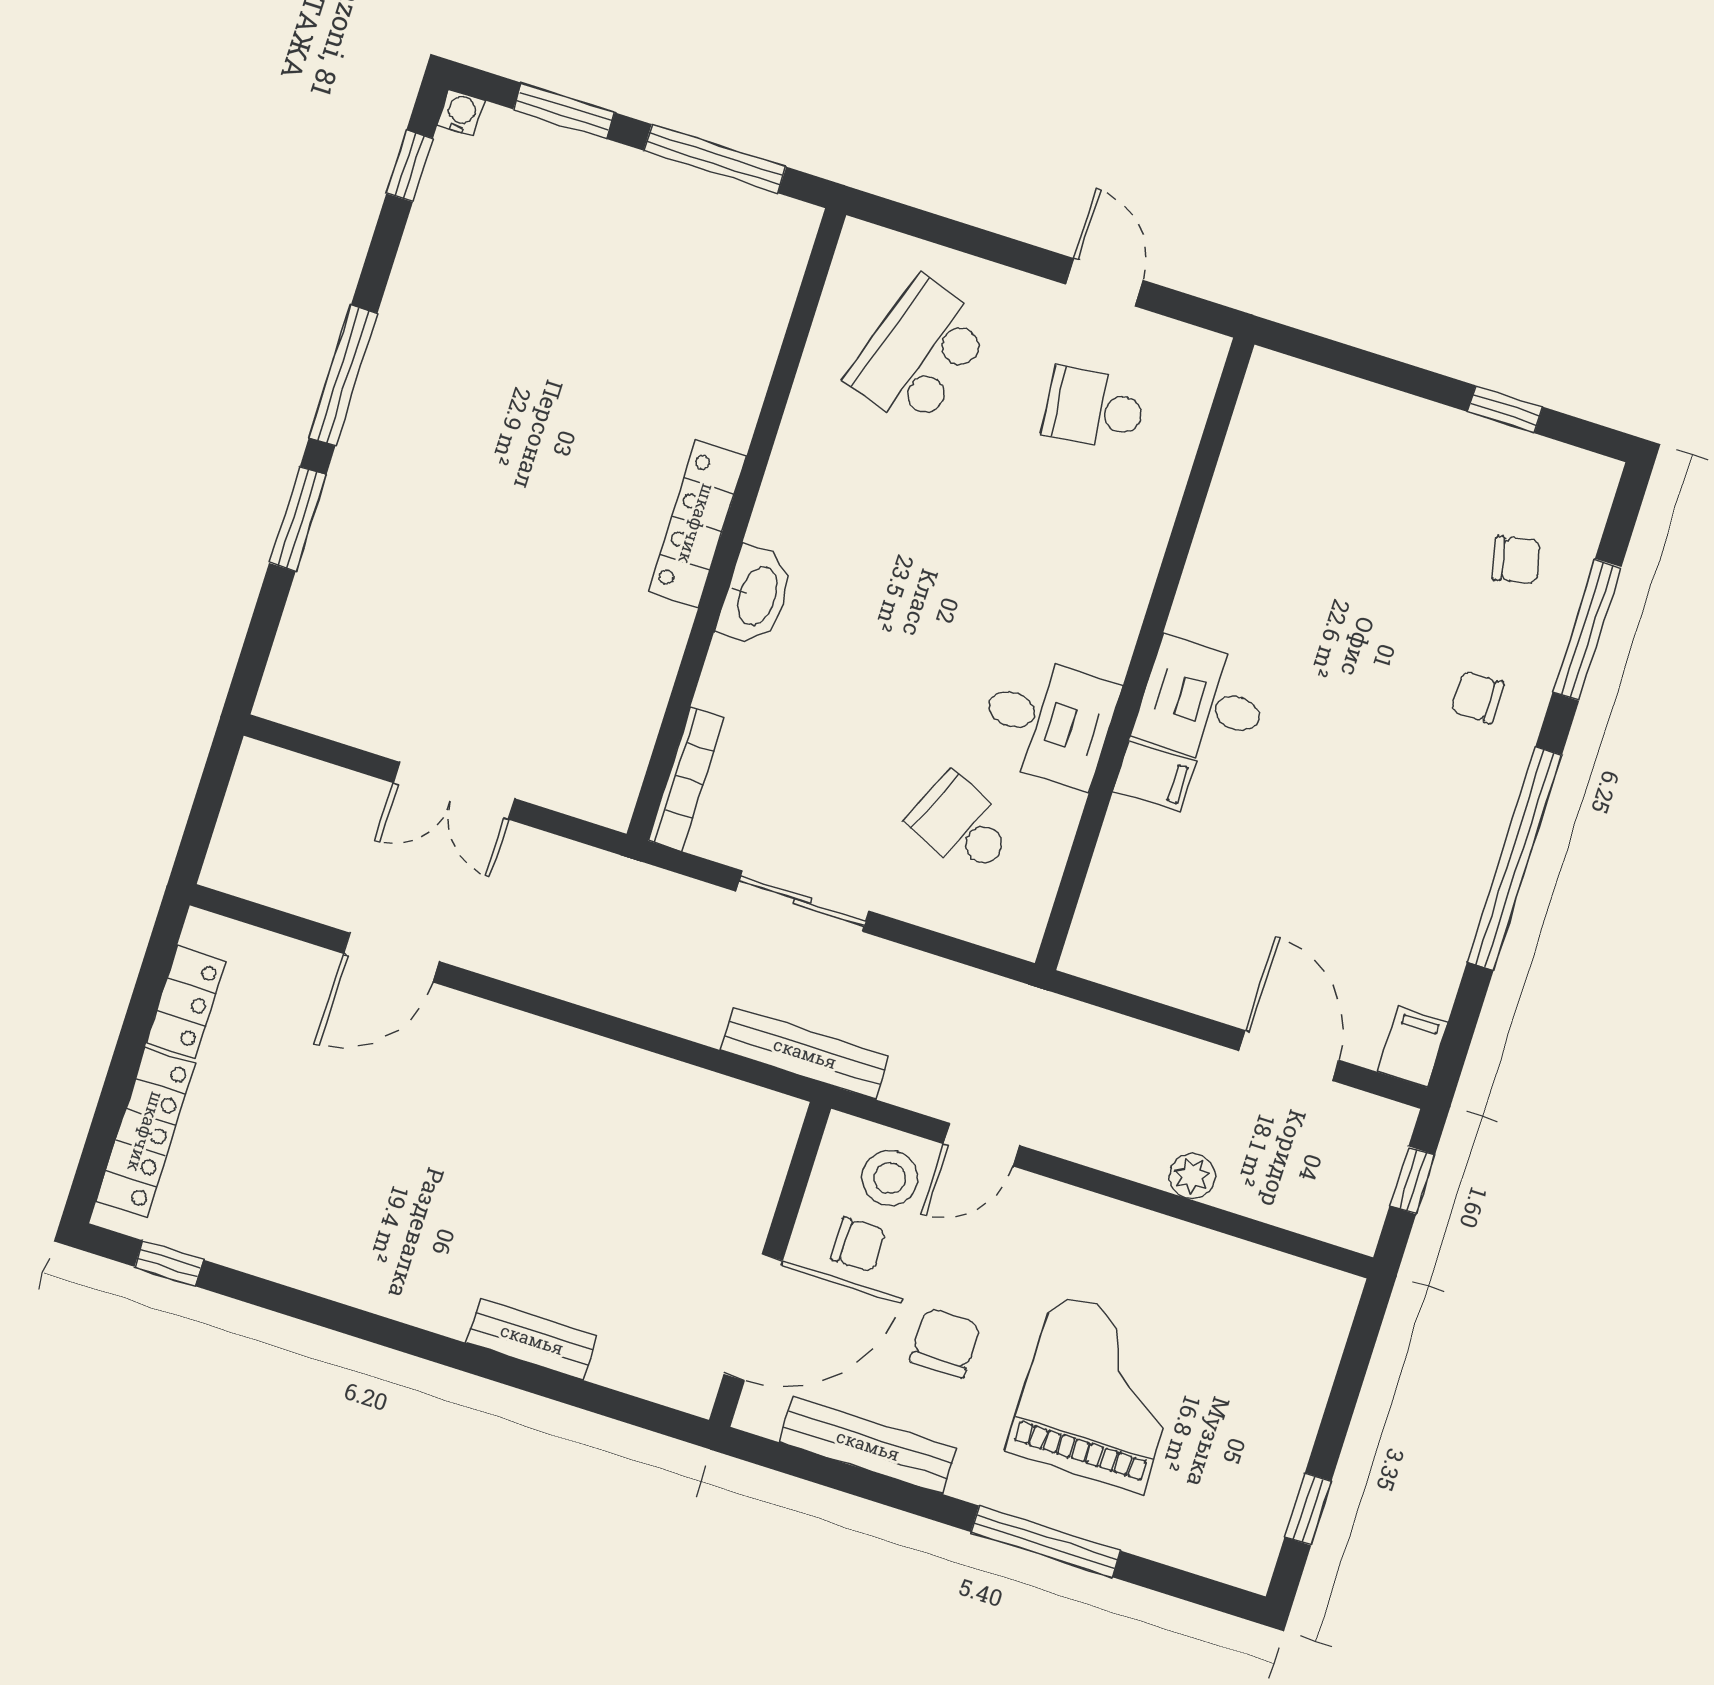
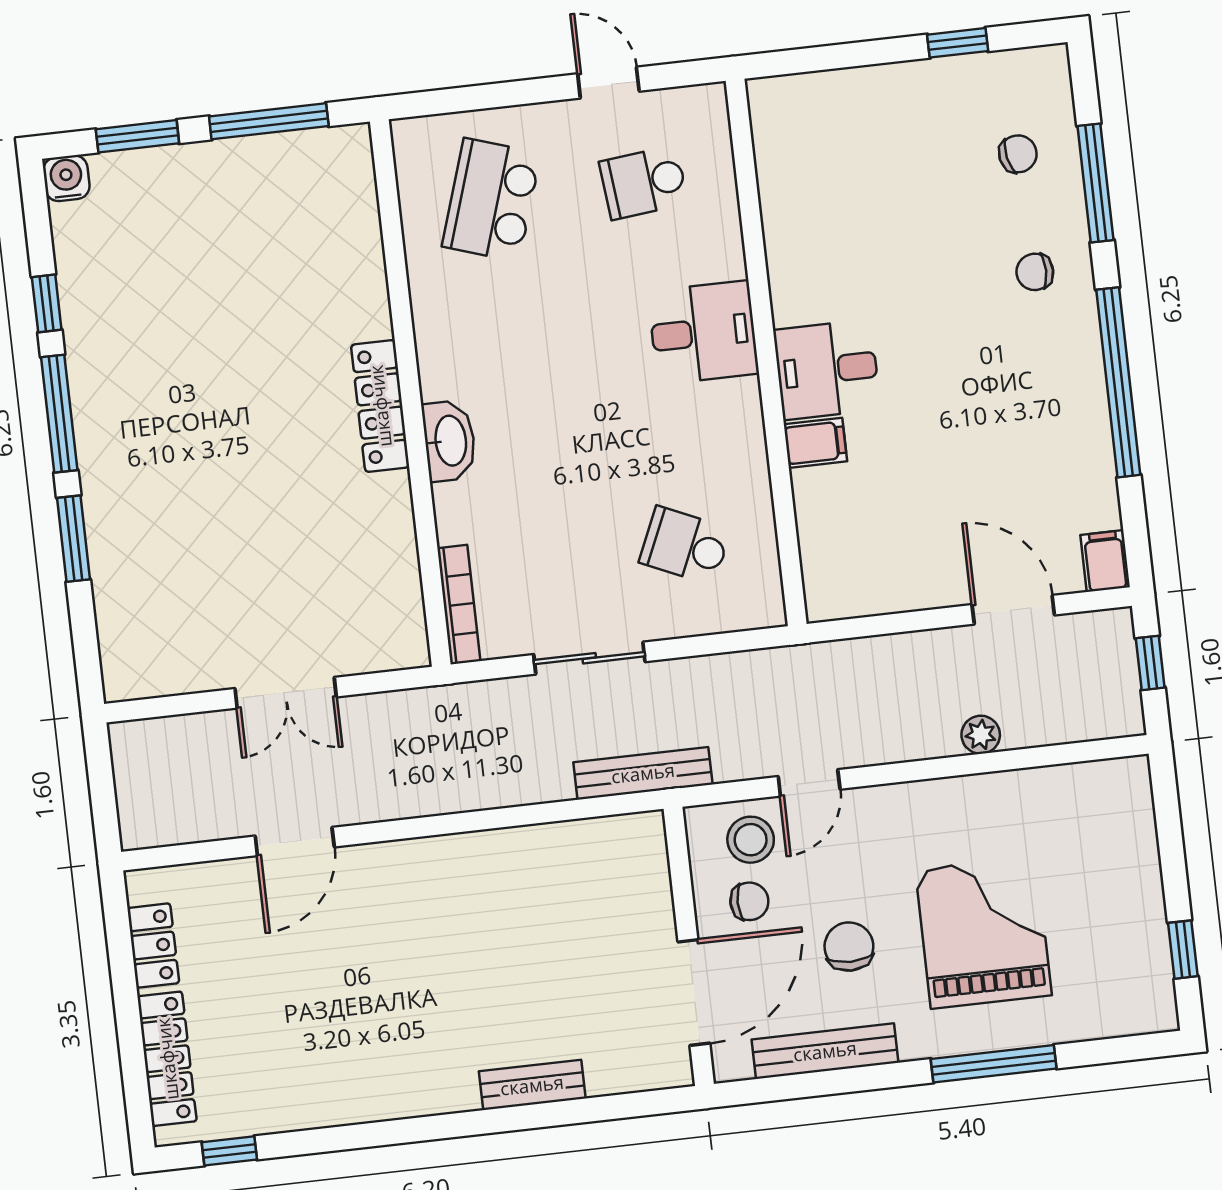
water cooler: (461, 113) -> (66, 178), width x1.38, depth x1.38
window: (410, 166) -> (47, 303), moved
desk: (1048, 721) -> (703, 332), moved

